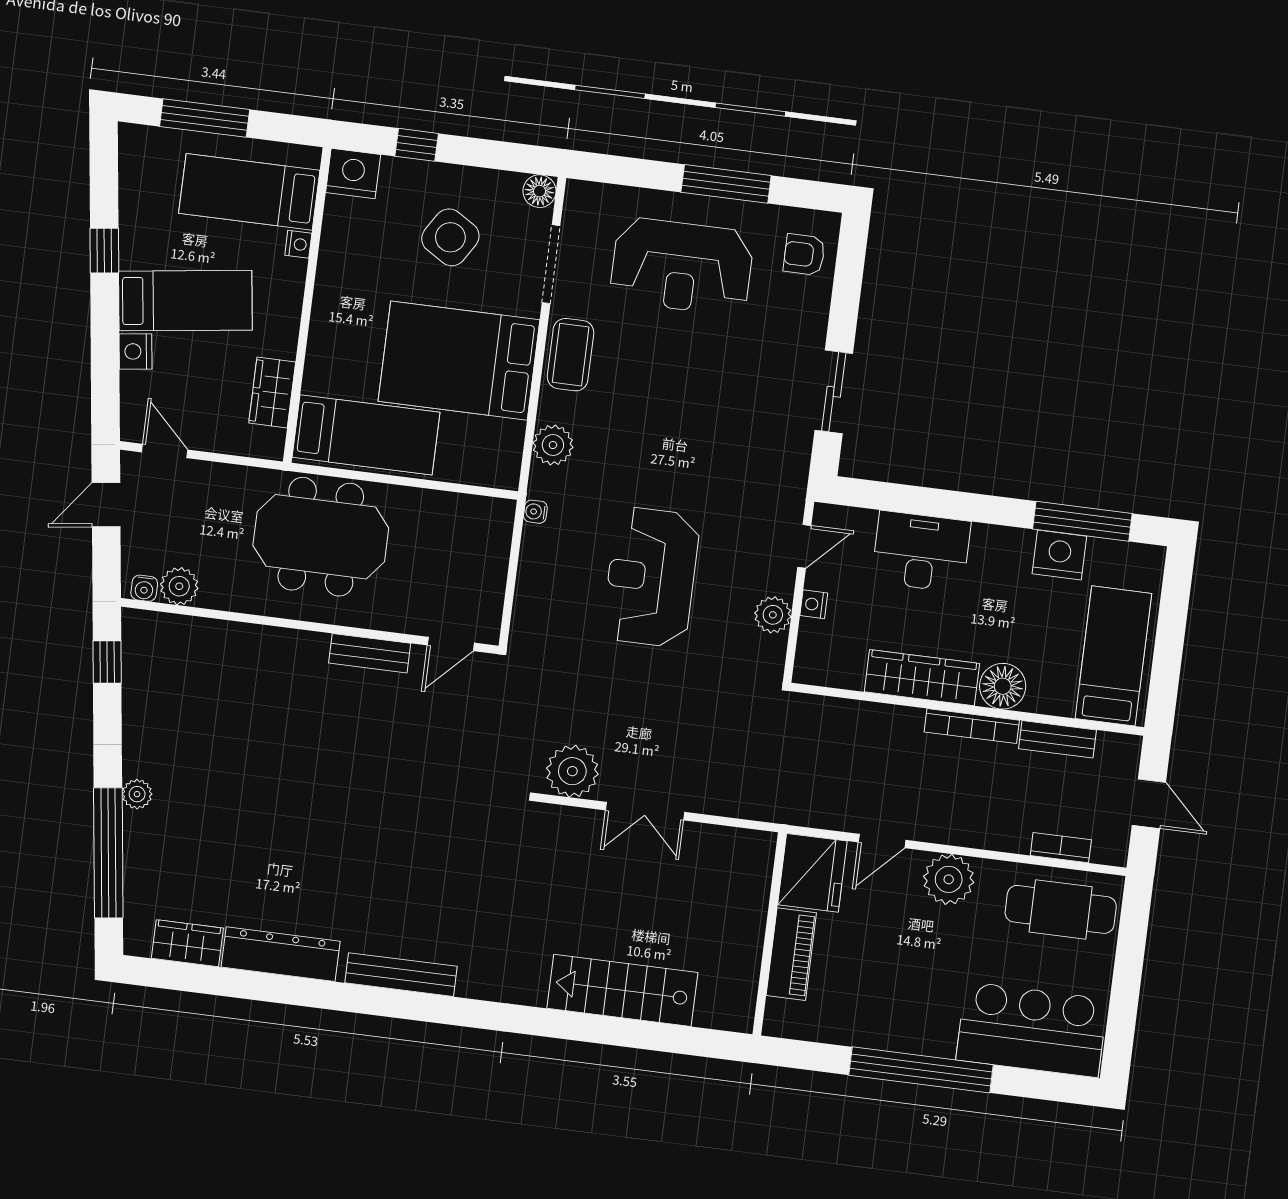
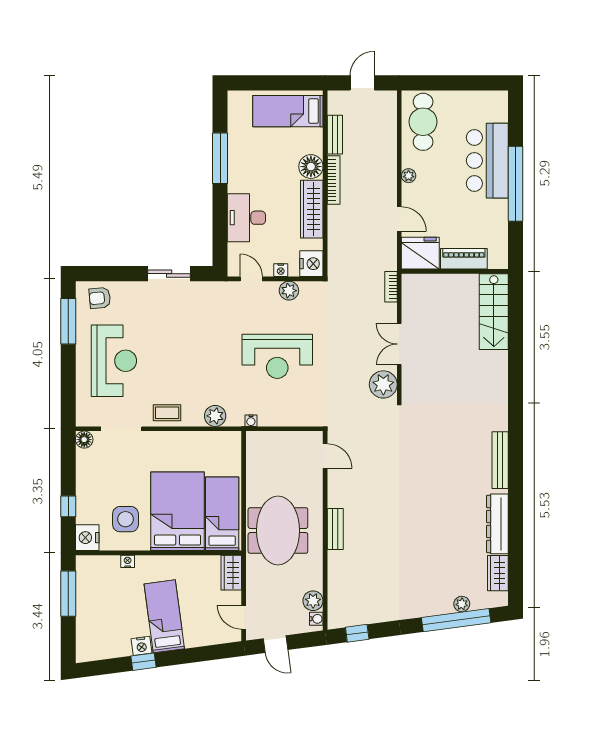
window: (205, 118) -> (68, 594), moved
window: (726, 184) -> (68, 321), moved
bed: (249, 192) -> (104, 590), removed
side table: (450, 237) -> (125, 519), moved, turned -32
armchair: (804, 255) -> (100, 298), turned 85
nightstand: (135, 351) -> (142, 646), moved
coffee table: (571, 355) -> (167, 413), width x0.73, depth x0.77
bed: (459, 361) -> (178, 511), moved, turned 180
wardrobe: (272, 393) -> (231, 573), moved, turned 90
door: (165, 451) -> (244, 617), hinge flipped
window: (1082, 521) -> (220, 158), moved
nightstand: (1059, 555) -> (311, 264), moved, turned 180
bench: (370, 653) -> (335, 529), moved
plant: (137, 794) -> (462, 604), moved
double door: (645, 811) -> (399, 344), swing flipped
bookcase: (1061, 848) -> (391, 287), moved
plant: (949, 879) -> (409, 176), width x0.53, depth x0.53
stairs: (622, 990) -> (494, 312), moved
bar counter: (1032, 1030) -> (487, 161), moved

